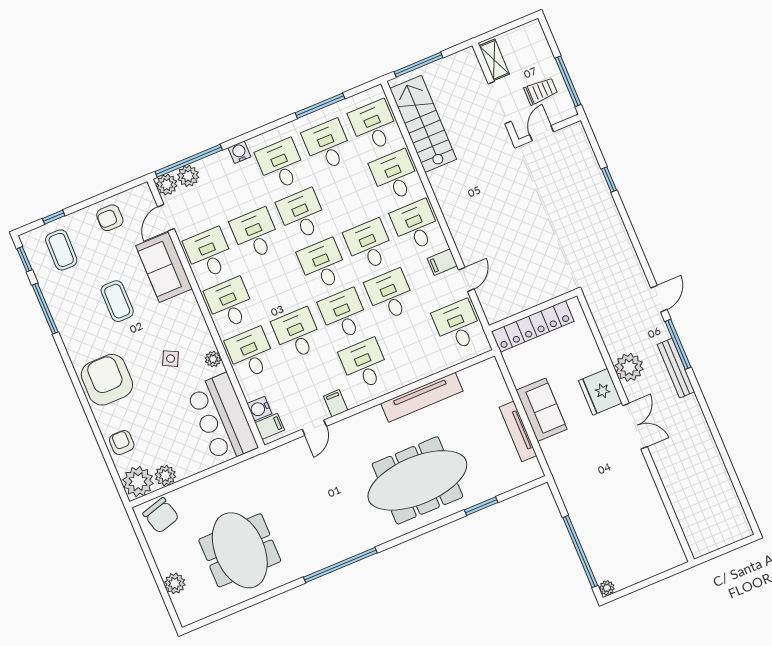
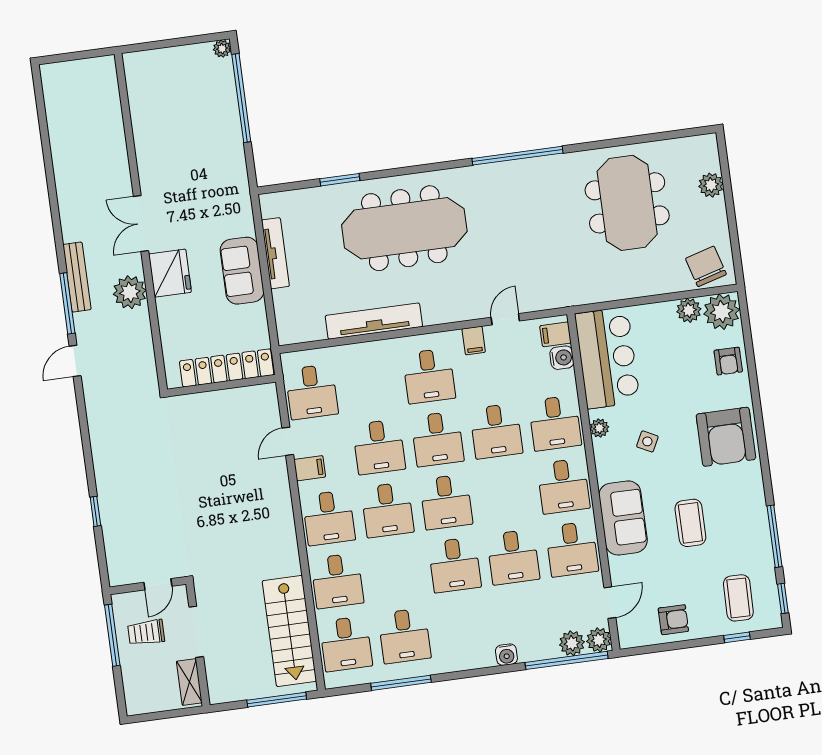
desk: (281, 165) -> (463, 628), removed
sofa: (164, 267) -> (623, 518), moved

